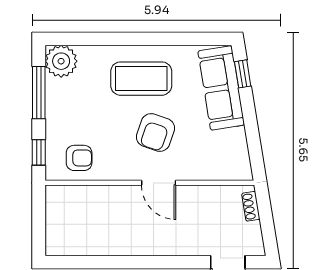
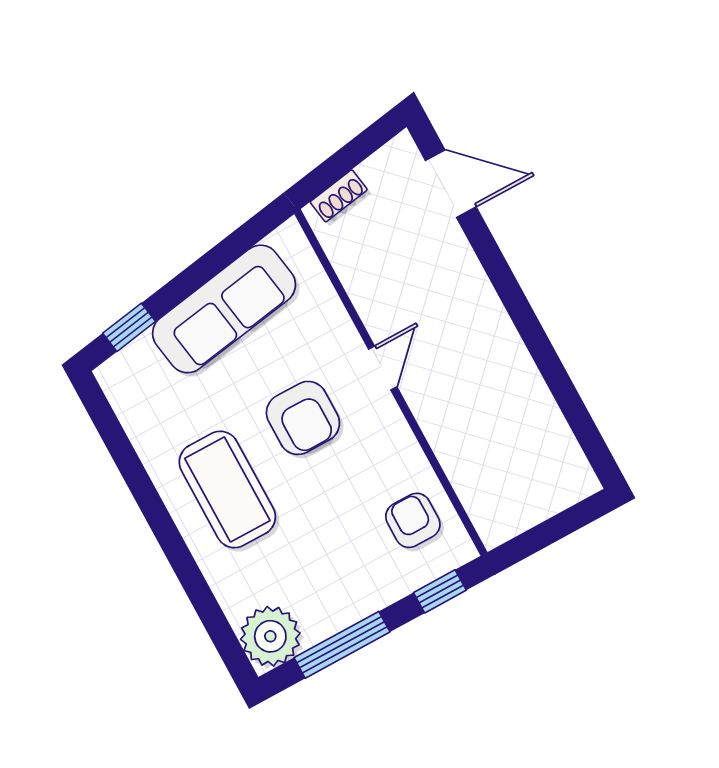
sofa: (221, 88) -> (224, 309), moved
armchair: (155, 133) -> (303, 418), turned 71
door: (159, 183) -> (383, 368), width x0.73

